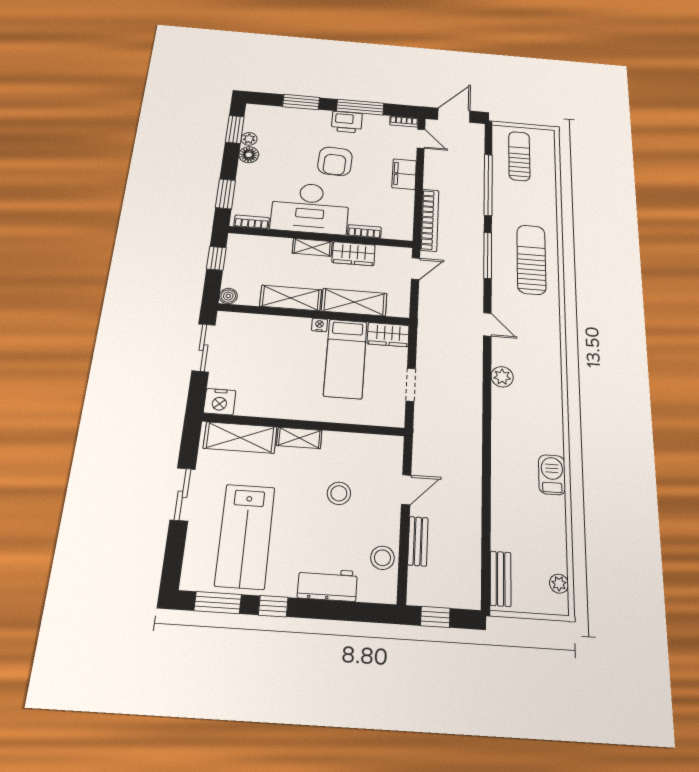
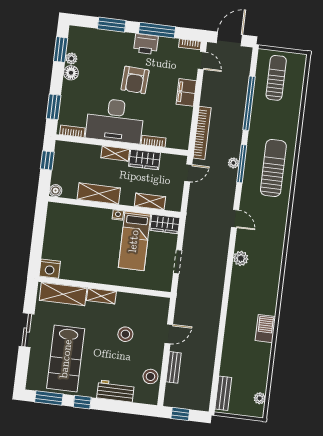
plant: (476, 255) -> (233, 163), added
shelving: (354, 302) -> (150, 201), width x0.67, depth x0.75
sliding door: (204, 348) -> (39, 229), removed

